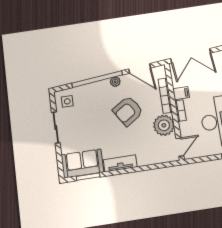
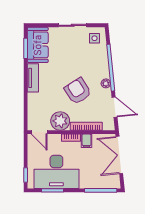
door: (140, 68) -> (115, 107), swing flipped

